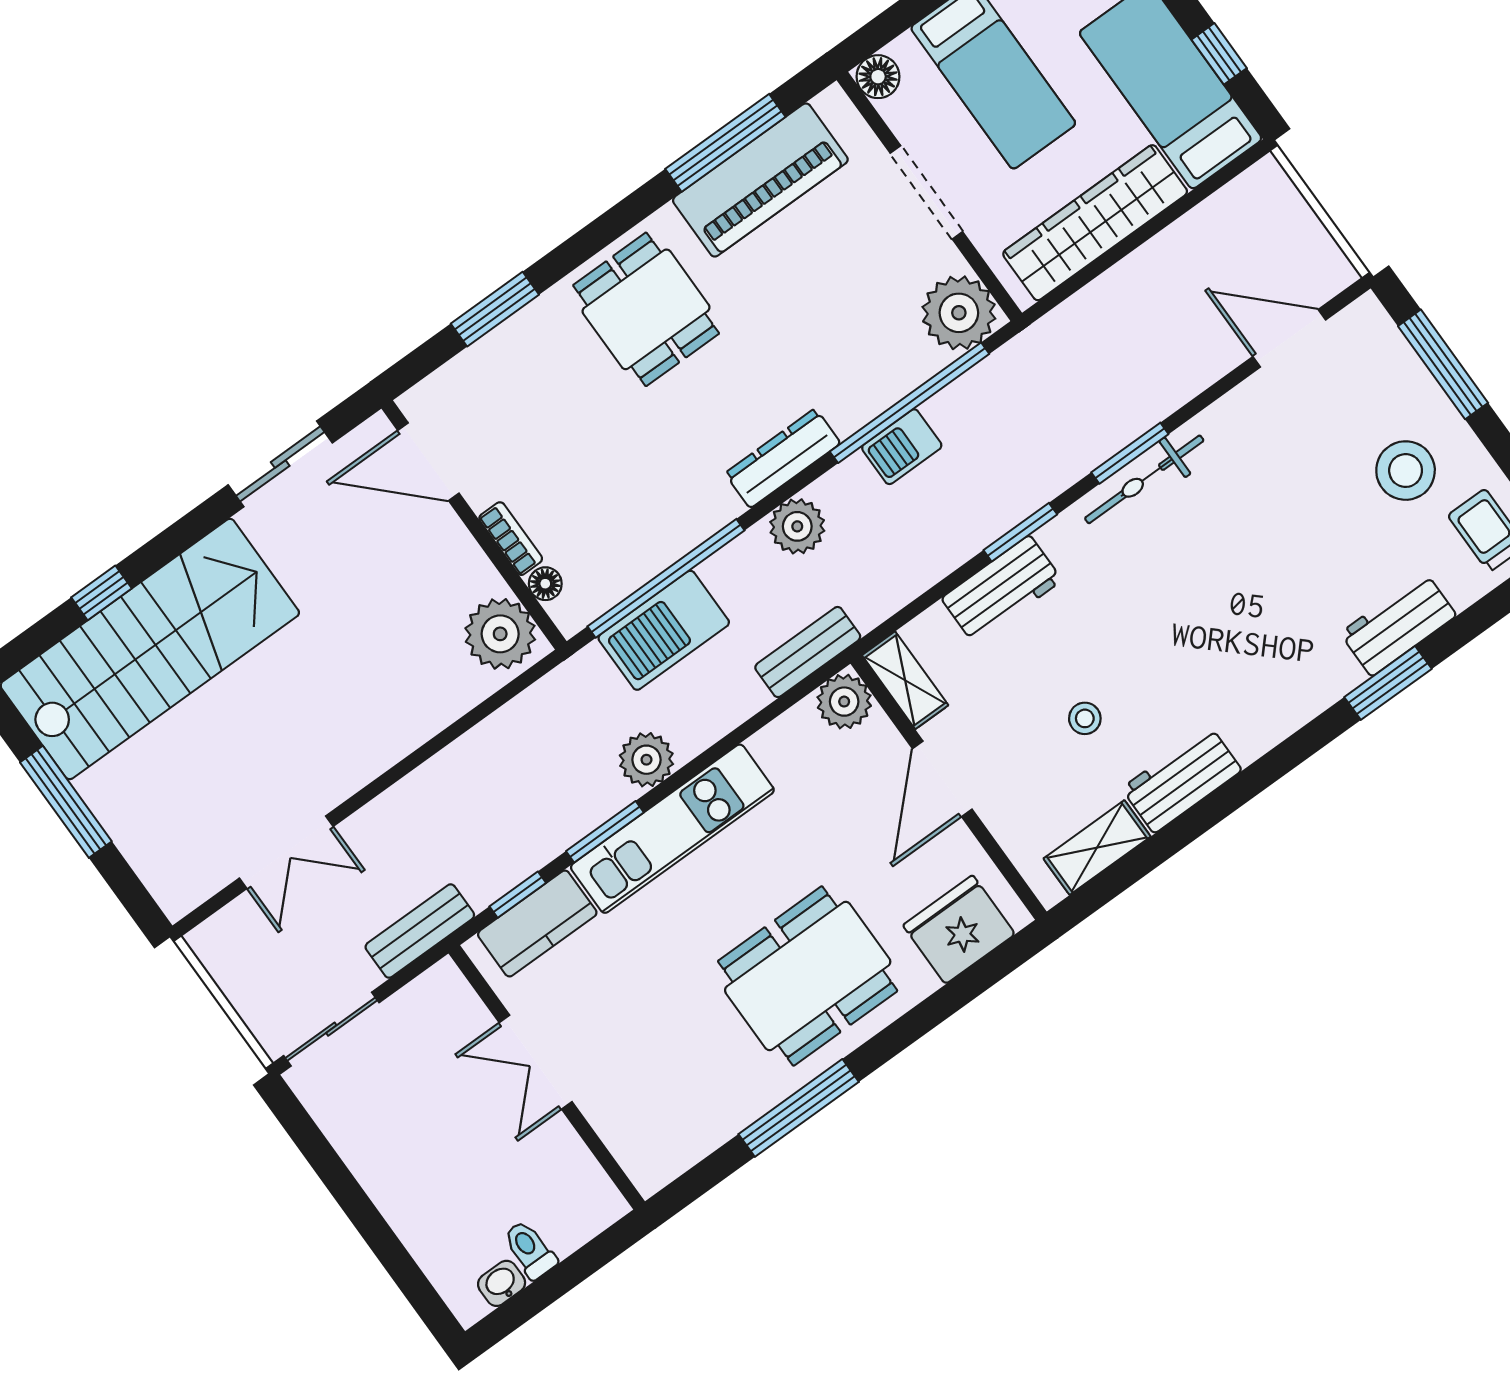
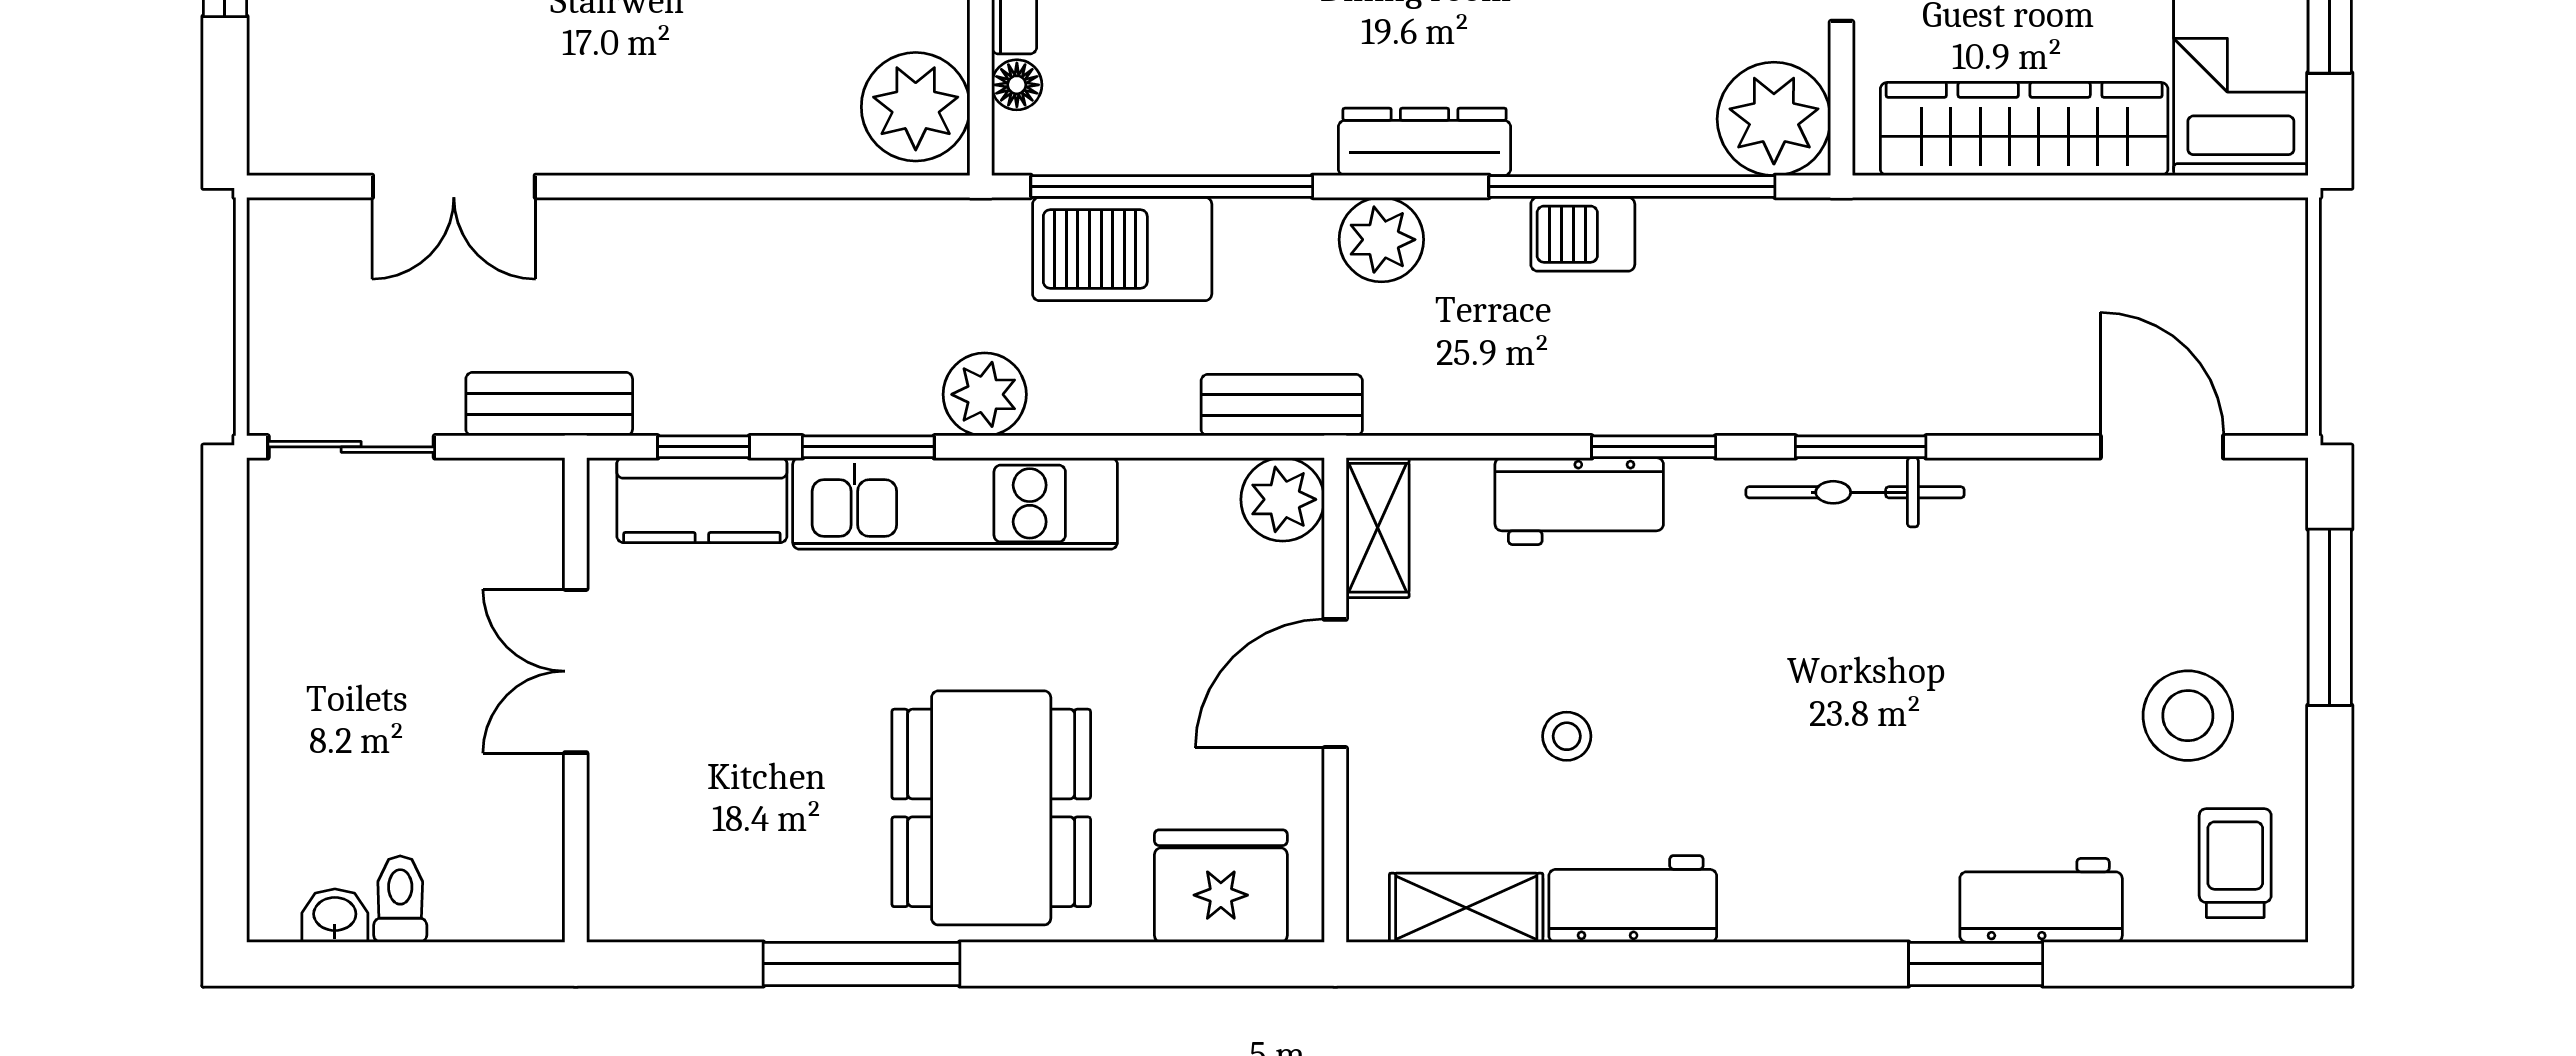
dining table: (808, 976) -> (991, 808), turned 90

